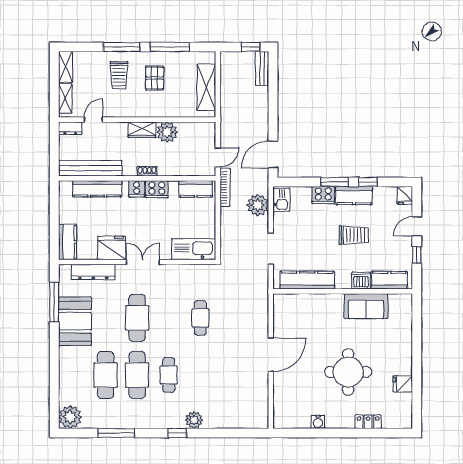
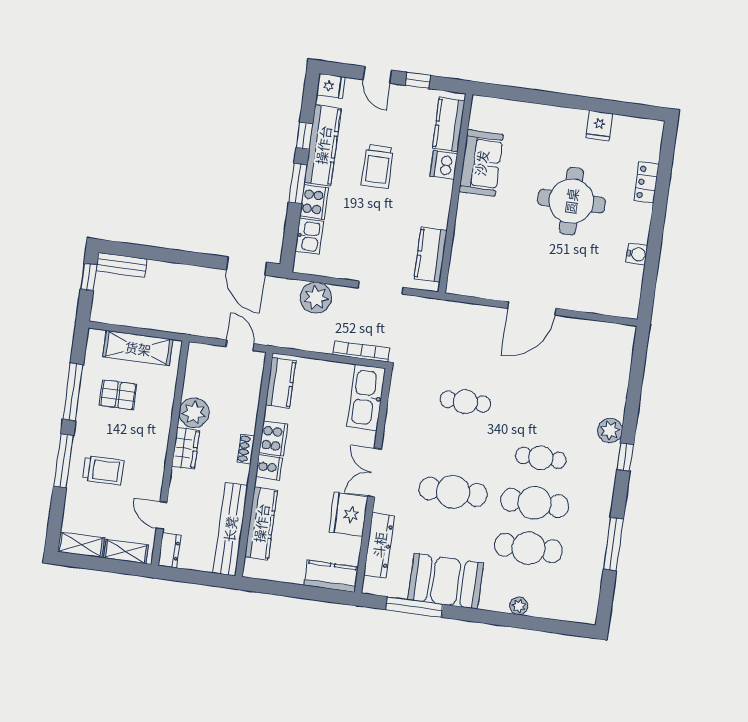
pallet: (155, 78) -> (118, 395), moved
bookcase: (225, 187) -> (361, 351), moved
kitchen counter: (354, 196) -> (323, 145), width x1.50
kitchen sink: (281, 200) -> (309, 236), moved, turned 90
trolley: (354, 235) -> (378, 166), turned 180
kitchen counter: (307, 280) -> (431, 255), width x0.67
door: (271, 355) -> (532, 308), swing flipped
plant: (70, 417) -> (519, 606), moved, width x0.53, depth x0.53

